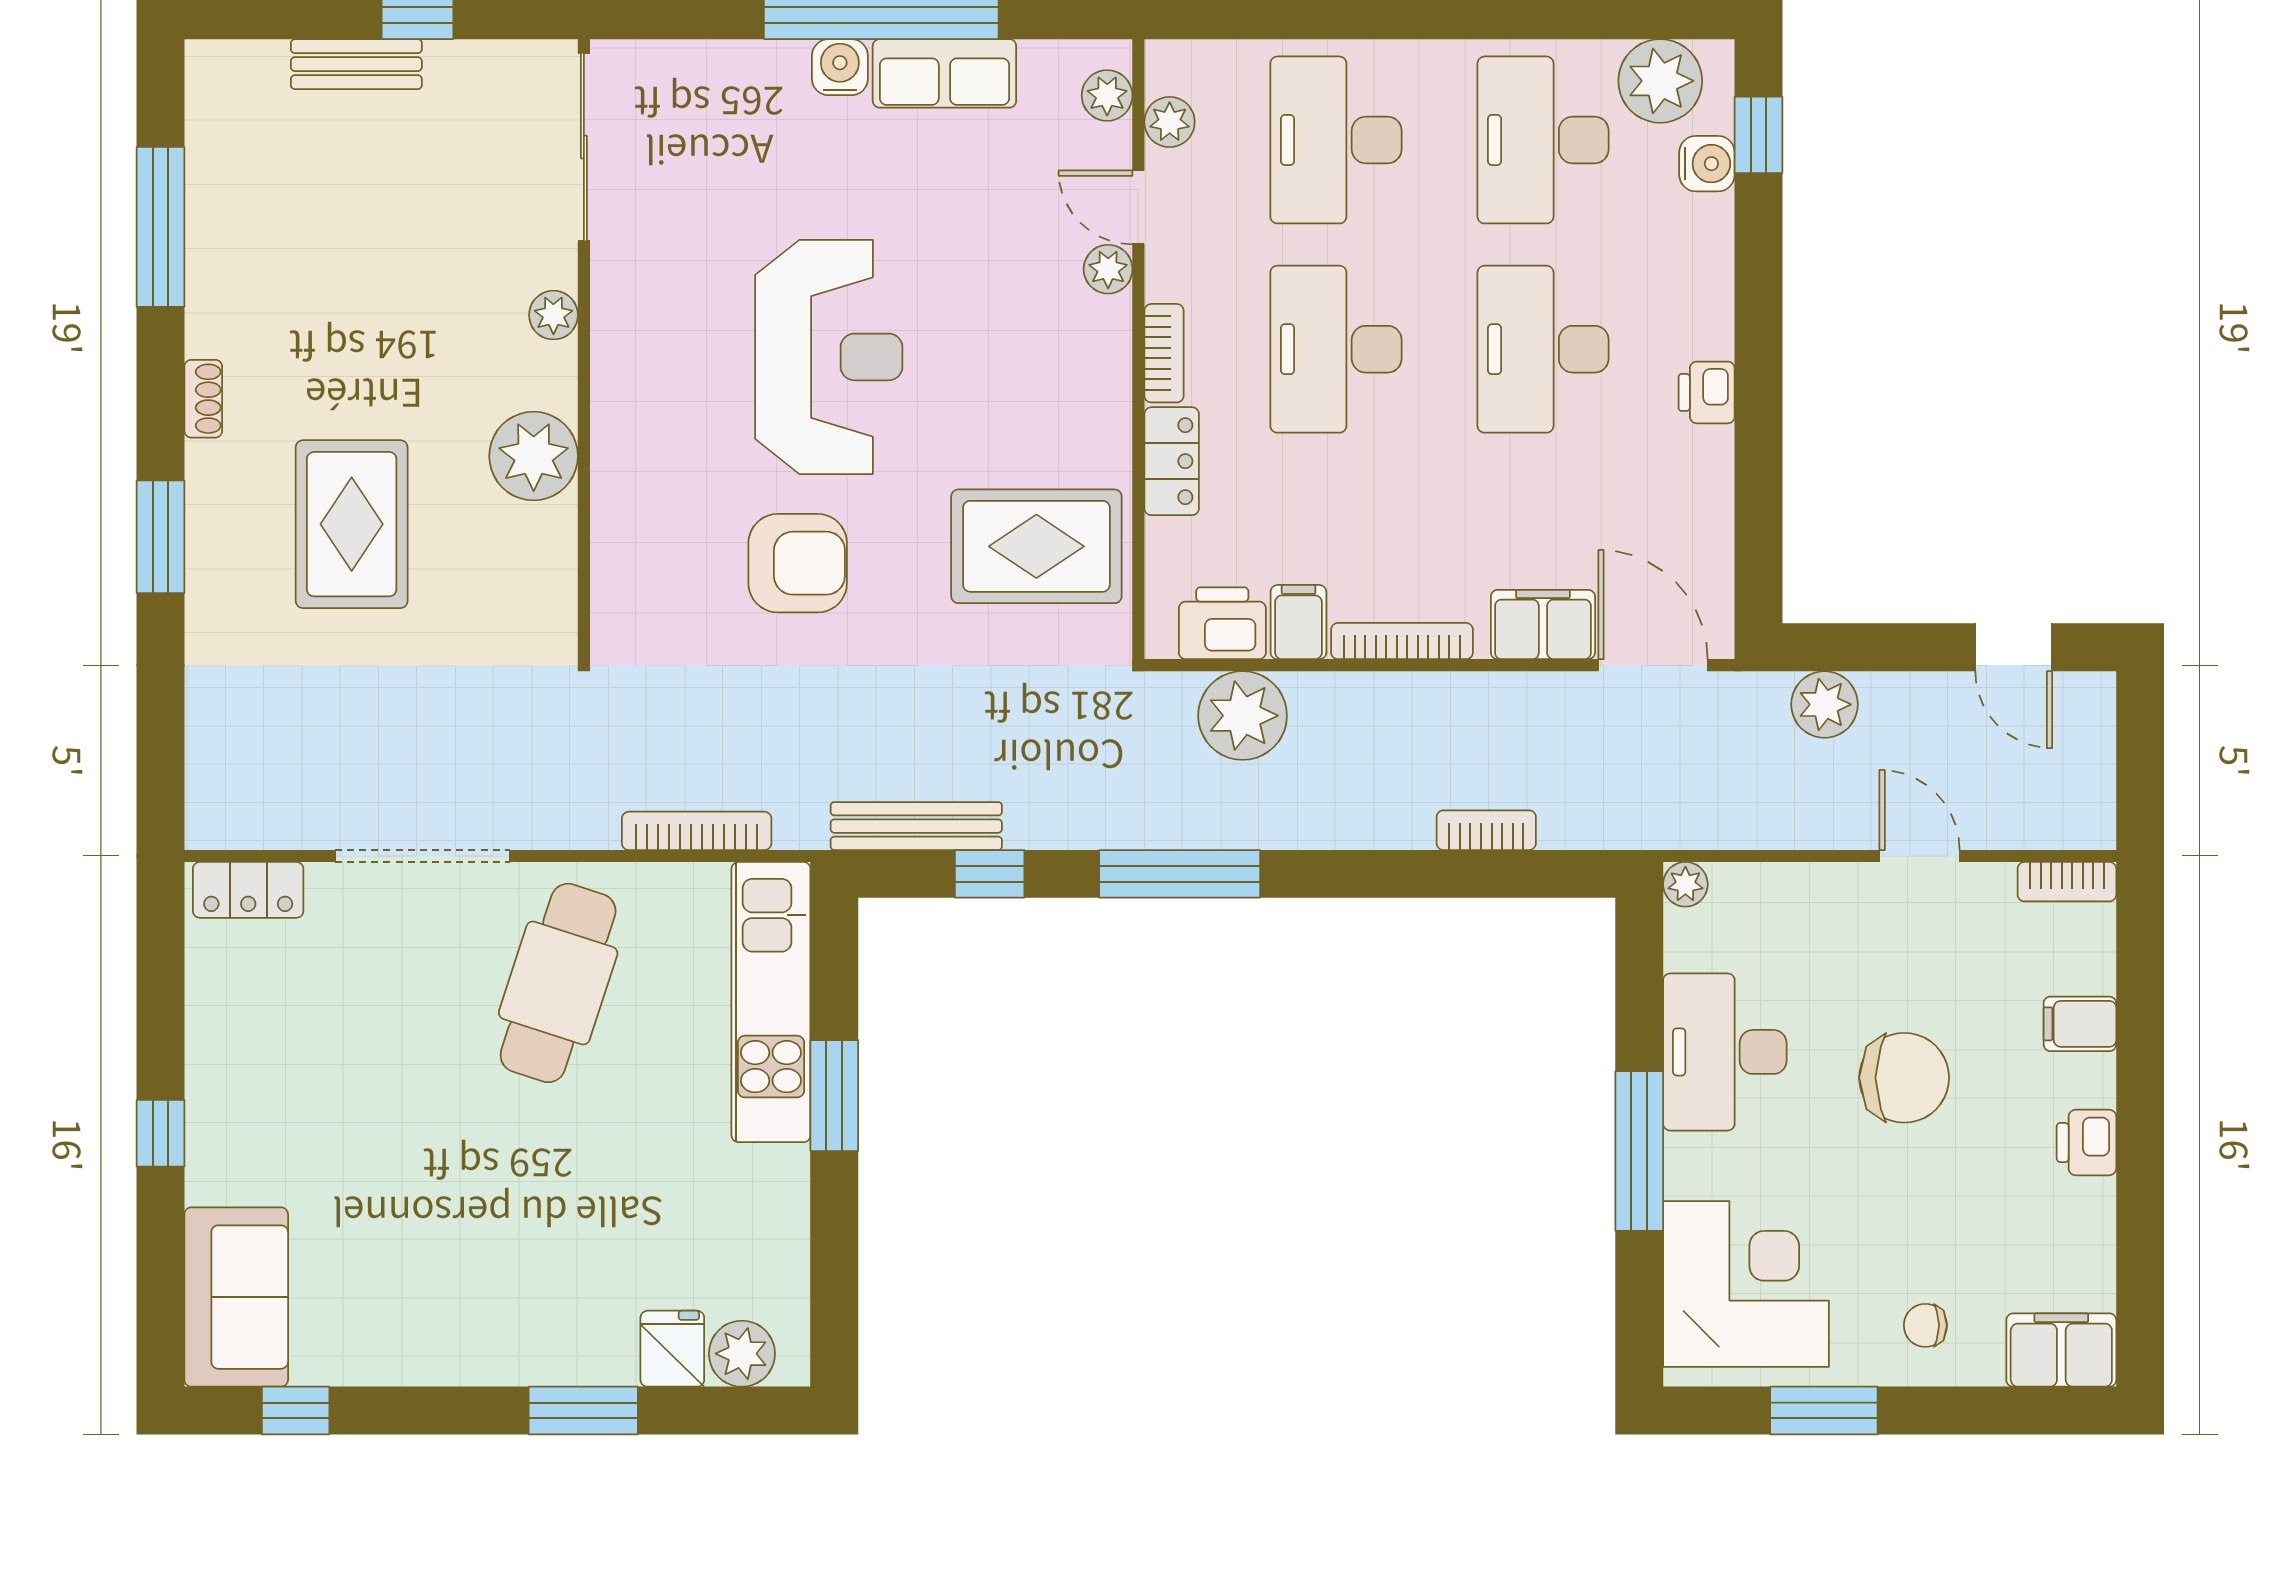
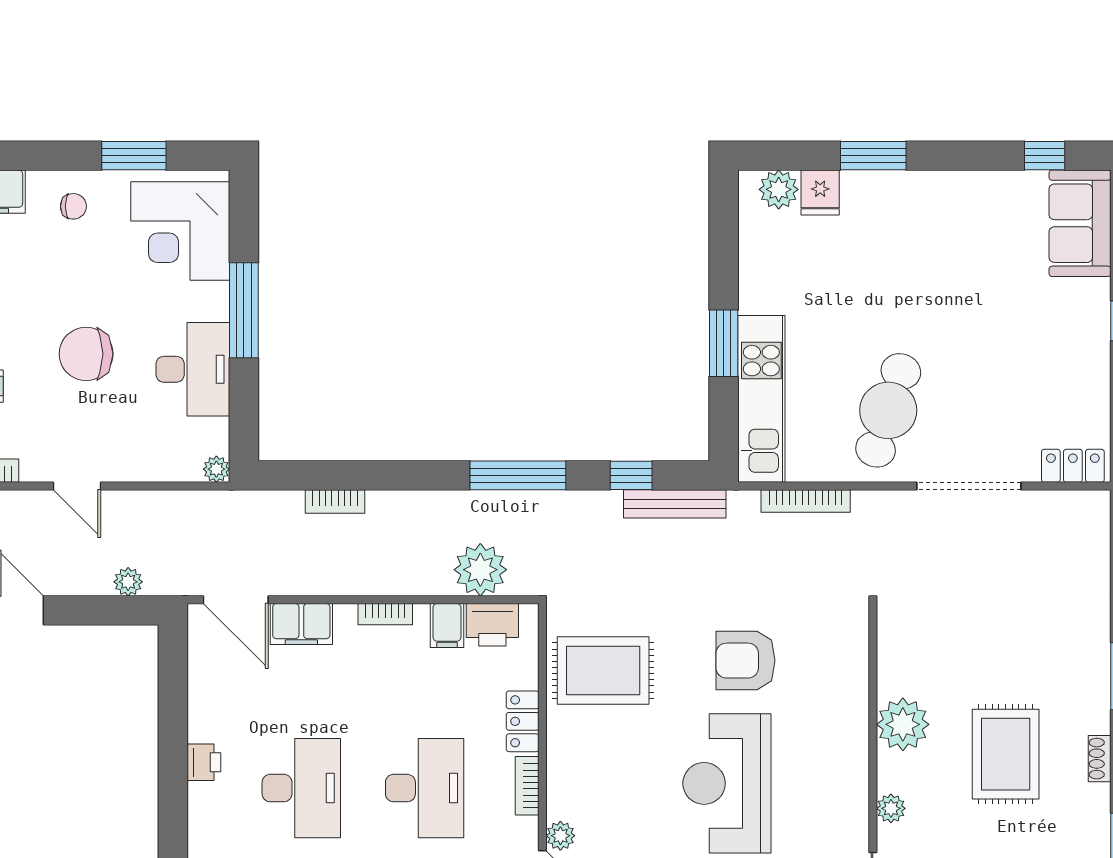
rug: (352, 524) -> (1006, 754), moved
bookcase: (1402, 641) -> (385, 614), width x0.64
plant: (1824, 704) -> (128, 582), width x0.73, depth x0.73

